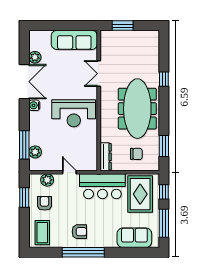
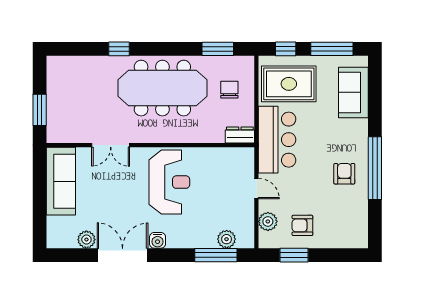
dresser: (106, 157) -> (240, 135), width x0.70
door: (69, 172) -> (256, 189), swing flipped
coffee table: (42, 233) -> (346, 229), removed

